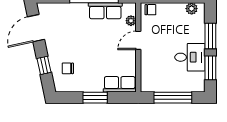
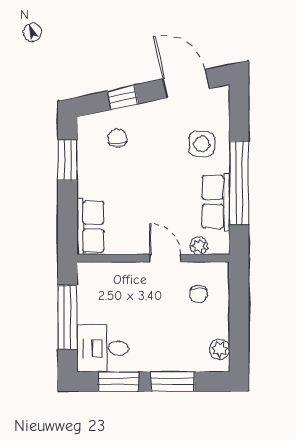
chair: (150, 10) -> (199, 294), moved
side table: (71, 19) -> (202, 144), added
desk: (190, 57) -> (103, 348), moved, turned 90
window: (95, 98) -> (68, 160), moved

